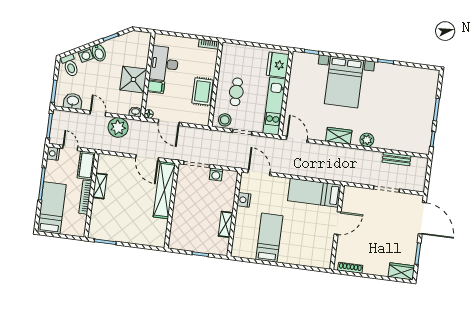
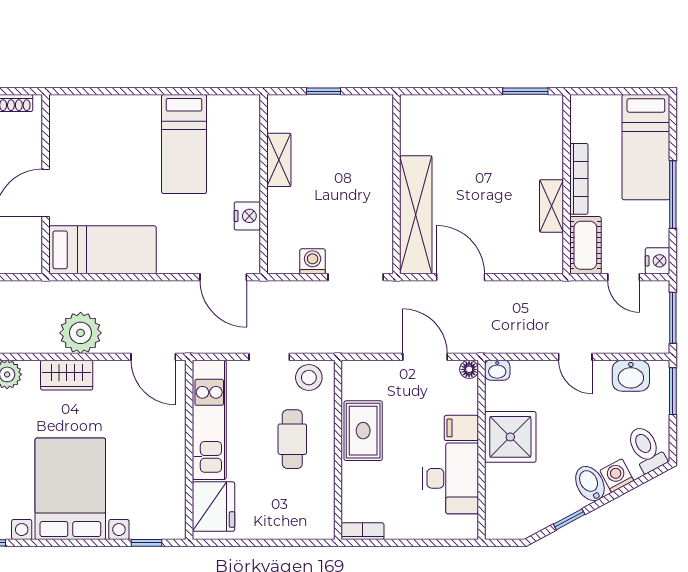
plant: (118, 127) -> (81, 333), moved

